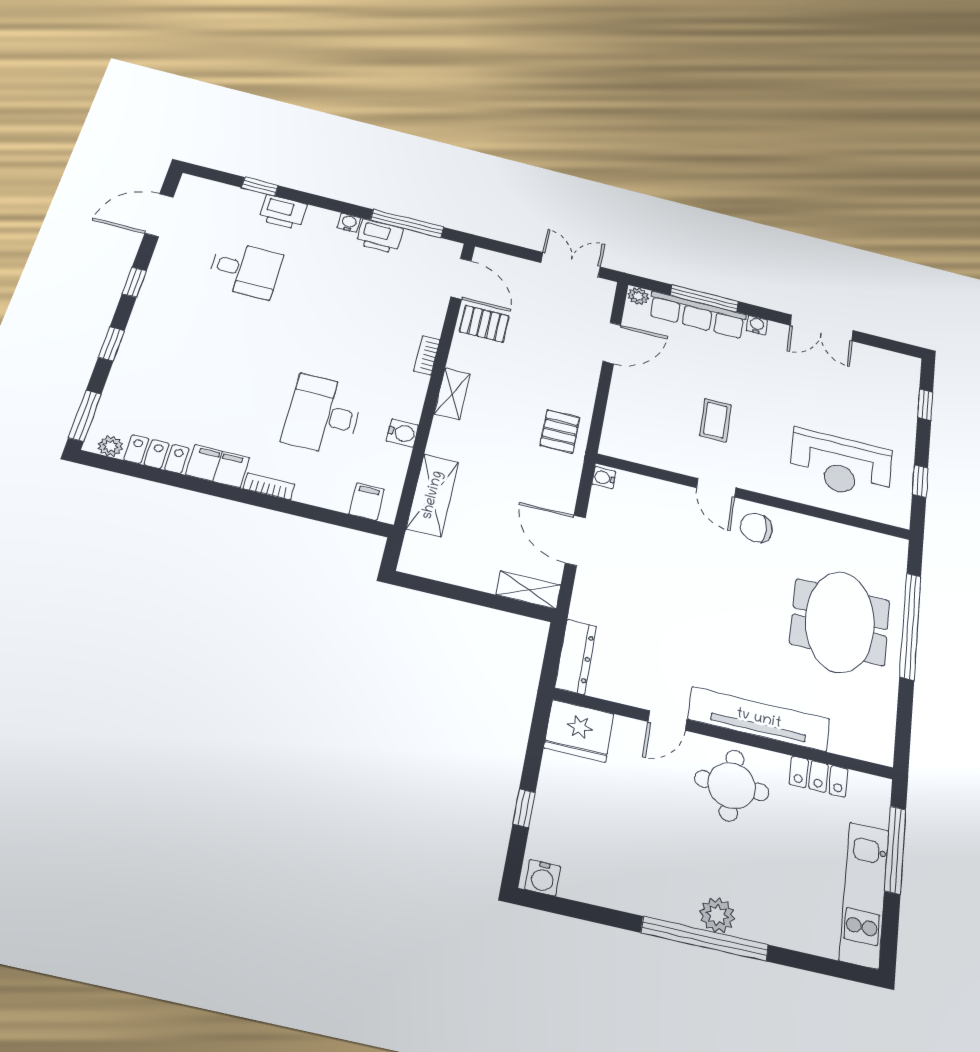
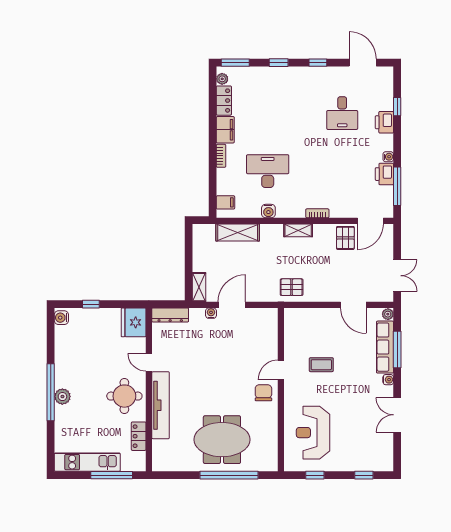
water cooler: (604, 478) -> (211, 313), moved

